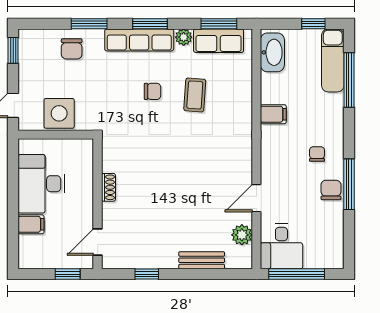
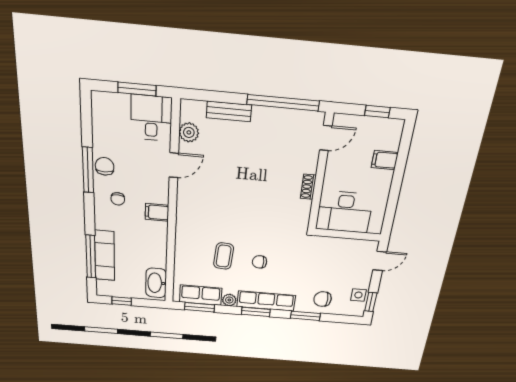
chair: (72, 49) -> (323, 299), turned -90
exam couch: (333, 60) -> (105, 256), moved
side table: (59, 113) -> (358, 295), moved, width x0.54, depth x0.54
filing cabinet: (273, 114) -> (157, 212), moved
desk: (41, 184) -> (344, 212), moved, turned 90
chair: (331, 190) -> (105, 166), turned 180
window: (68, 274) -> (377, 111), moved
window: (147, 274) -> (283, 103), width x3.17
window: (297, 274) -> (137, 89), width x0.69

